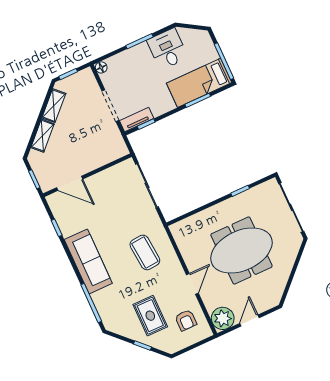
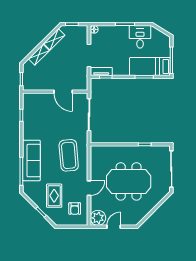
door: (70, 183) -> (63, 92), moved
coffee table: (145, 252) -> (69, 155), width x1.36, depth x1.32
sofa: (88, 261) -> (31, 161), moved

